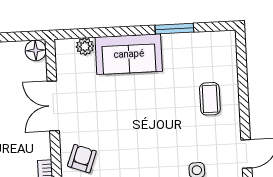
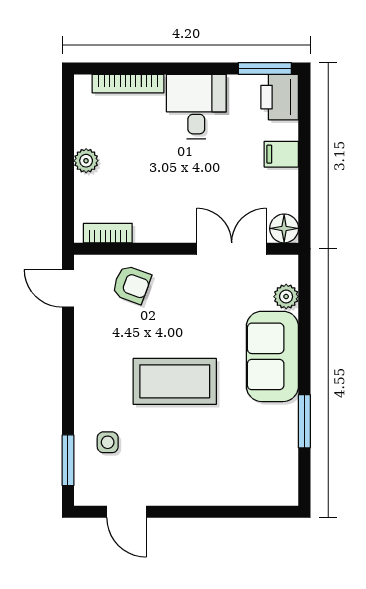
coffee table: (210, 99) -> (175, 381), moved, width x1.86, depth x1.72
double door: (53, 106) -> (232, 249), moved

